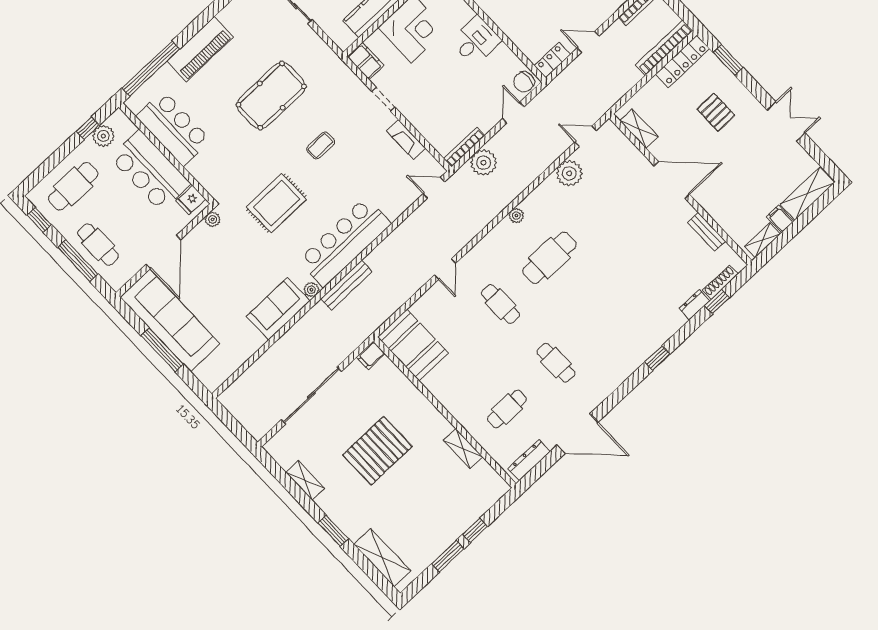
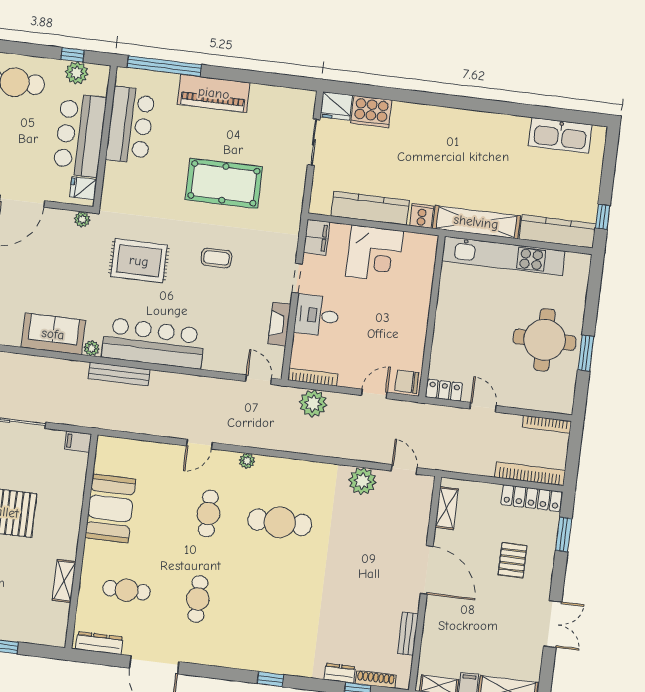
desk: (476, 41) -> (317, 315), moved, turned 180
plant: (516, 216) -> (247, 461), moved
booth: (413, 345) -> (110, 508), moved

